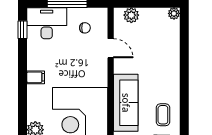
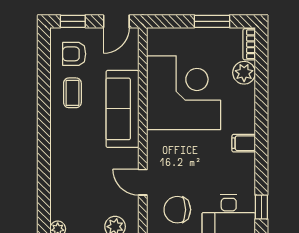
chair: (85, 28) -> (177, 210), width x1.87, depth x1.87

